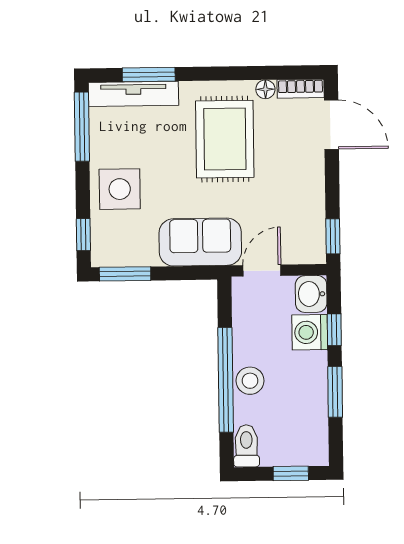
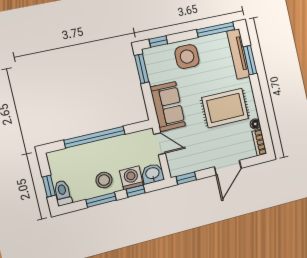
door: (331, 125) -> (228, 168), moved
stool: (250, 381) -> (104, 180), moved
toilet: (246, 446) -> (63, 193), moved, turned -90

